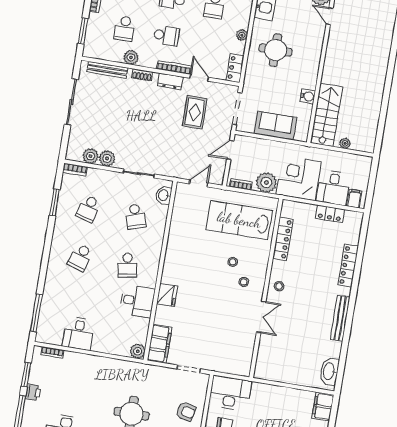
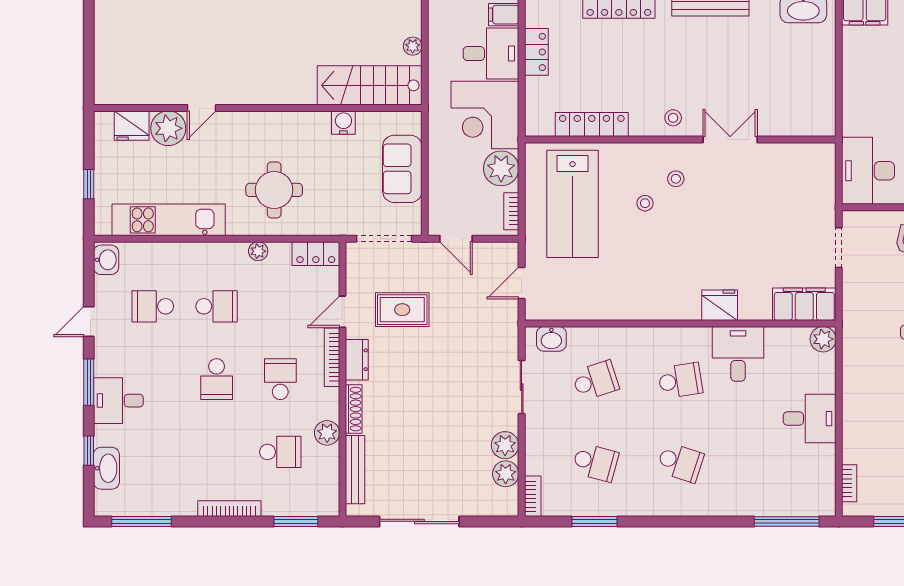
shoe rack: (142, 75) -> (354, 409), width x1.43
door: (199, 183) -> (522, 283), hinge flipped
desk: (79, 334) -> (810, 419), moved

